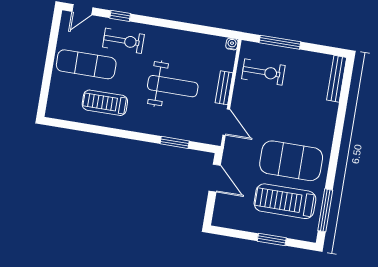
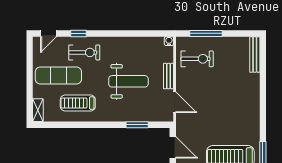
shelving: (53, 103) -> (38, 110), added
exercise mat: (291, 161) -> (230, 124), removed

